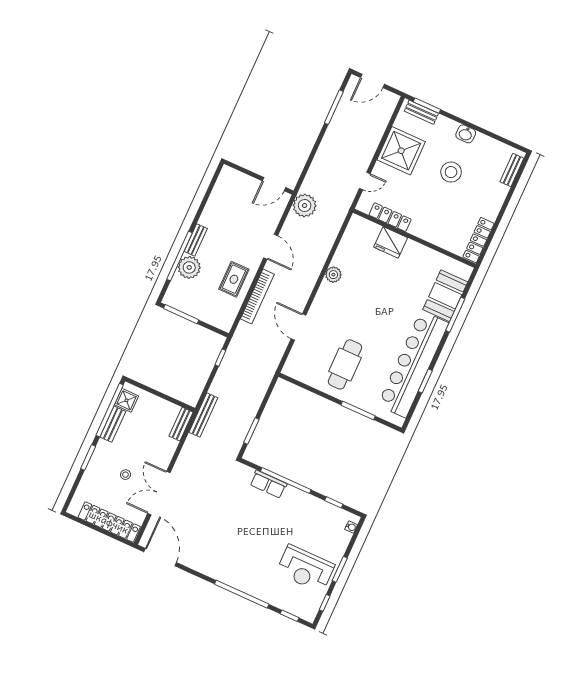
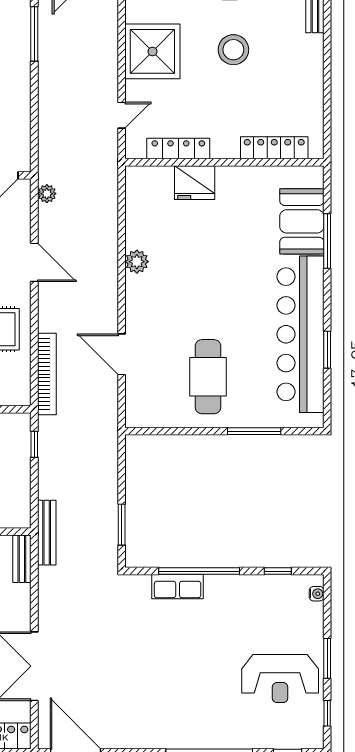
plant: (305, 205) -> (47, 194), width x0.53, depth x0.53
locker: (479, 240) -> (274, 148), moved, turned 90
bookcase: (257, 297) -> (47, 374), moved

